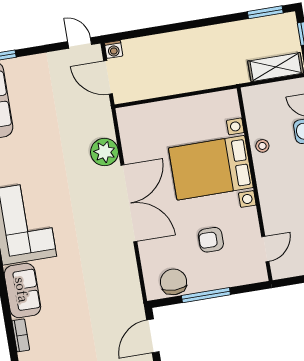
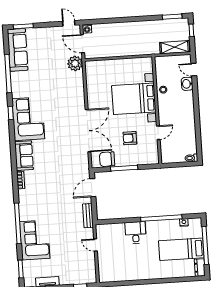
plant: (104, 152) -> (75, 63), moved
double door: (129, 203) -> (88, 131), moved
door: (265, 249) -> (158, 133), moved
chair: (174, 282) -> (107, 159), turned -90

